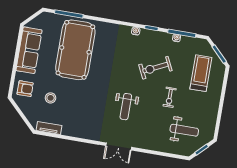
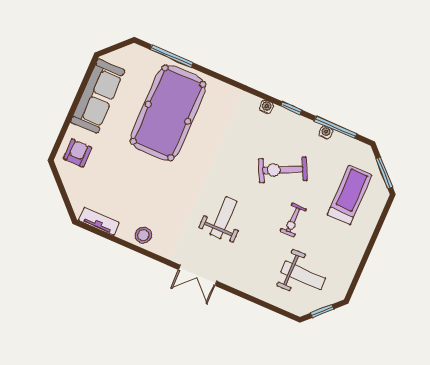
armchair: (25, 89) -> (77, 153), turned -90
stool: (51, 98) -> (143, 235), moved
weight bench: (126, 107) -> (223, 218), turned 180

